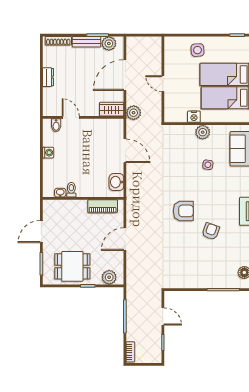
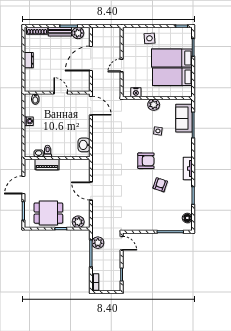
door: (163, 84) -> (122, 65), hinge flipped
wardrobe: (112, 109) -> (80, 86), removed
plant: (134, 113) -> (98, 243), moved
door: (71, 117) -> (61, 93), moved
nightstand: (194, 117) -> (136, 92), moved
door: (125, 151) -> (91, 106), moved
piano: (103, 206) -> (47, 164), moved
armchair: (183, 211) -> (146, 161), moved
door: (125, 239) -> (91, 191), hinge flipped
door: (163, 316) -> (122, 243), moved

